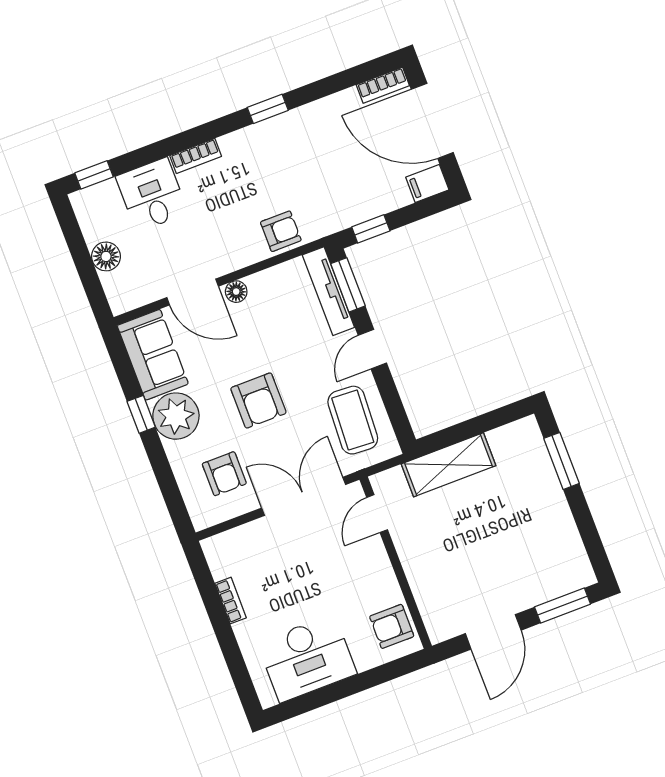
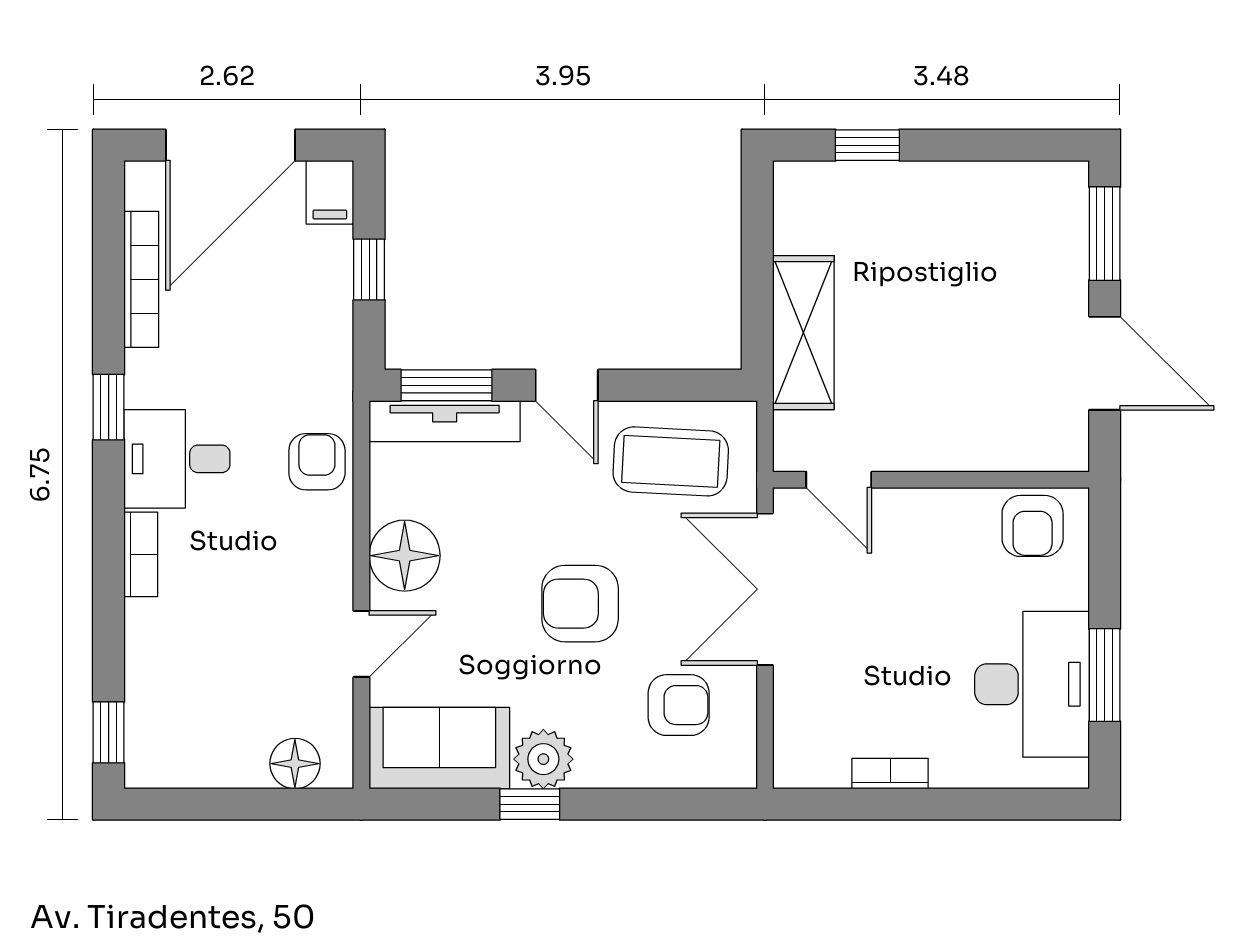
bookcase: (383, 85) -> (141, 279), moved, width x1.56
desk: (152, 195) -> (177, 459), moved
window: (371, 229) -> (369, 270), moved
floor lamp: (106, 256) -> (295, 764), moved
door: (193, 292) -> (361, 644), width x0.73
floor lamp: (236, 292) -> (405, 556), width x1.89, depth x1.89
armchair: (258, 401) -> (580, 604), turned 180
plant: (176, 416) -> (543, 759), width x0.73, depth x0.73
window: (562, 461) -> (867, 145), width x0.67
window: (327, 695) -> (1105, 675), added

